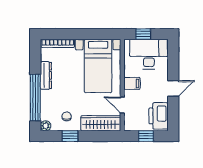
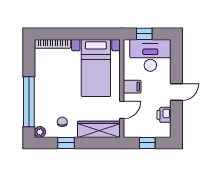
dresser: (46, 75) -> (40, 78), removed
door: (122, 105) -> (122, 110), swing flipped
printer: (159, 116) -> (164, 115), width x0.53, depth x0.68

